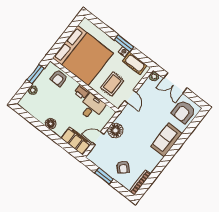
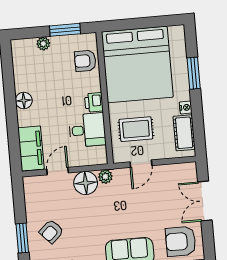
window: (124, 43) -> (194, 73), moved
plant: (154, 76) -> (105, 177), moved
door: (98, 138) -> (58, 171), hinge flipped
window: (104, 176) -> (22, 238), moved

